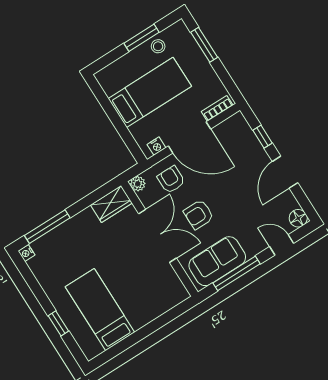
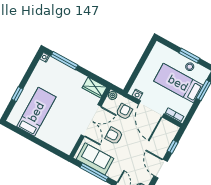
bed: (150, 92) -> (178, 83), moved, turned 180
door: (285, 172) -> (161, 169), hinge flipped

